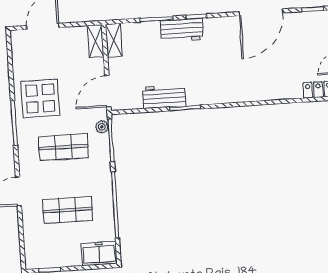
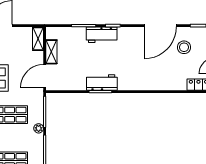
shelving: (114, 40) -> (51, 52), moved
stool: (295, 40) -> (184, 47), added
workbench: (164, 97) -> (102, 83), moved
plant: (102, 127) -> (39, 128), moved

